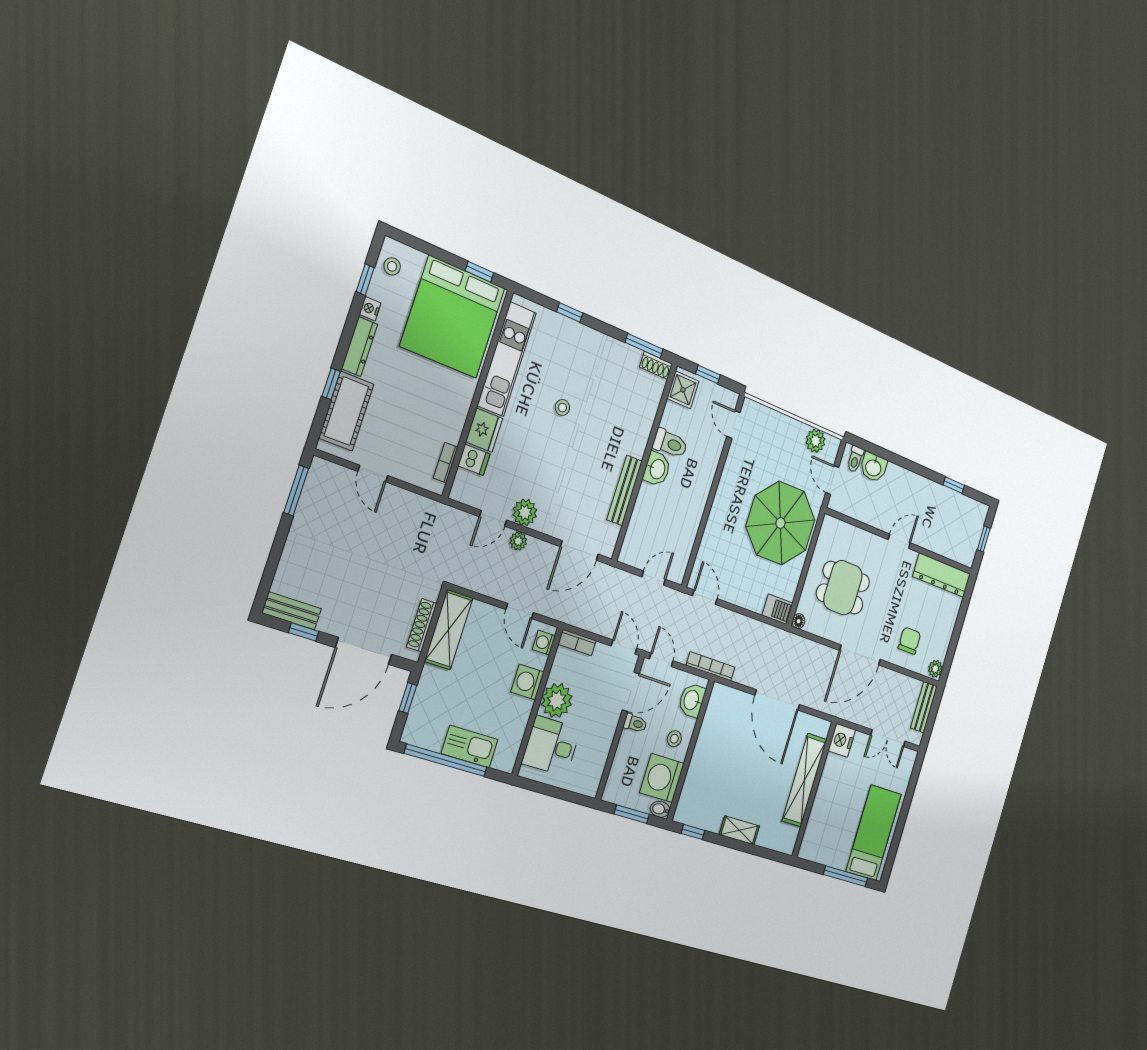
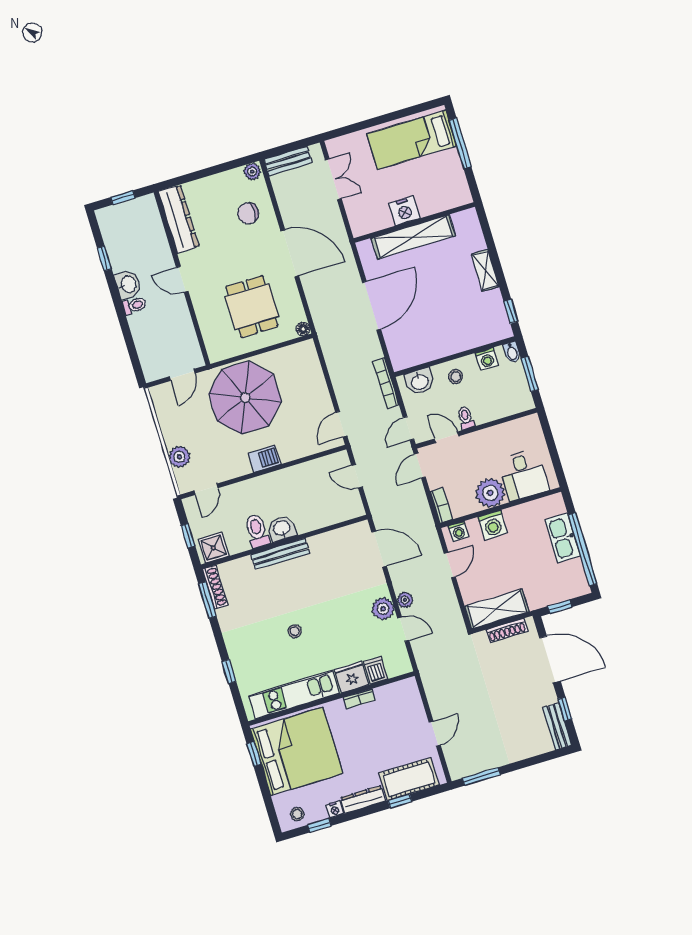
shoe rack: (656, 365) -> (215, 587), width x1.43
plant: (816, 441) -> (179, 457), moved
toilet: (855, 459) -> (134, 306), moved
bookcase: (446, 463) -> (359, 699), moved
washbasin: (873, 467) -> (128, 284), moved
bench: (625, 490) -> (280, 554), moved
barbecue: (777, 609) -> (264, 459), moved, turned 90
door: (631, 692) -> (447, 437), width x0.73
nightstand: (842, 740) -> (404, 211), moved
washing machine: (662, 778) -> (487, 359), width x0.53, depth x0.53

